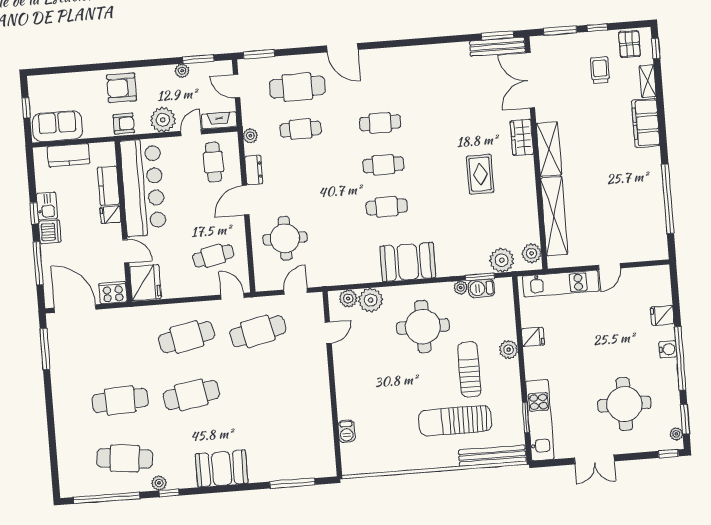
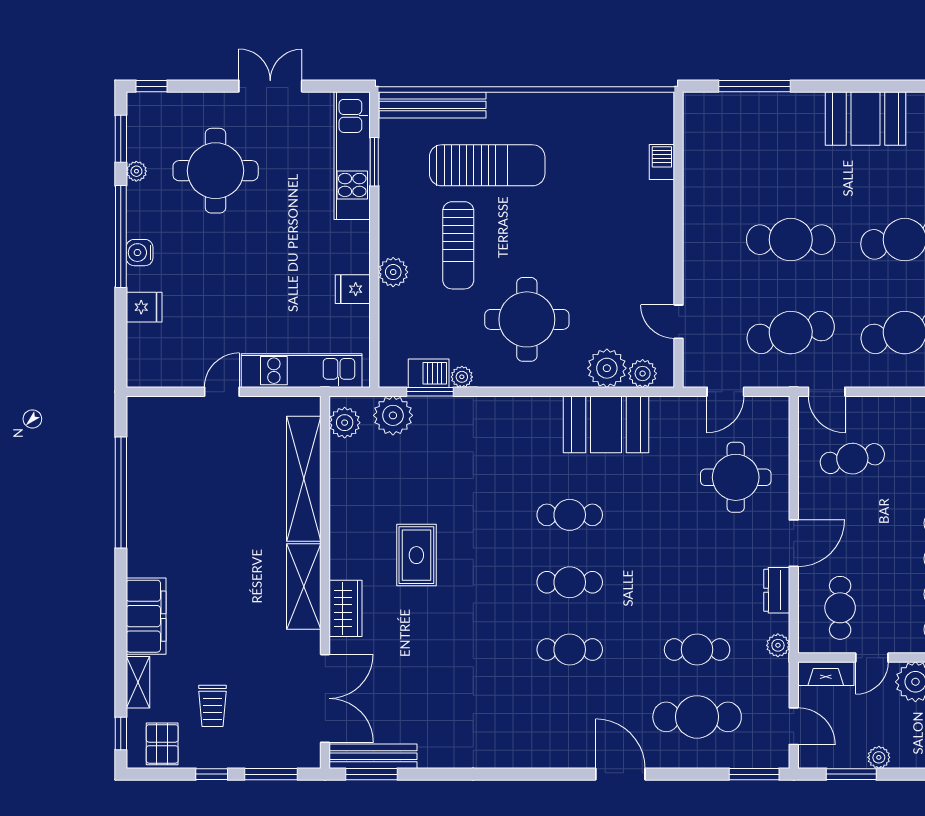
booth: (408, 262) -> (606, 424), moved
door: (328, 333) -> (679, 322), hinge flipped
cafe table: (262, 389) -> (791, 240), added
plant: (676, 434) -> (136, 171), moved

